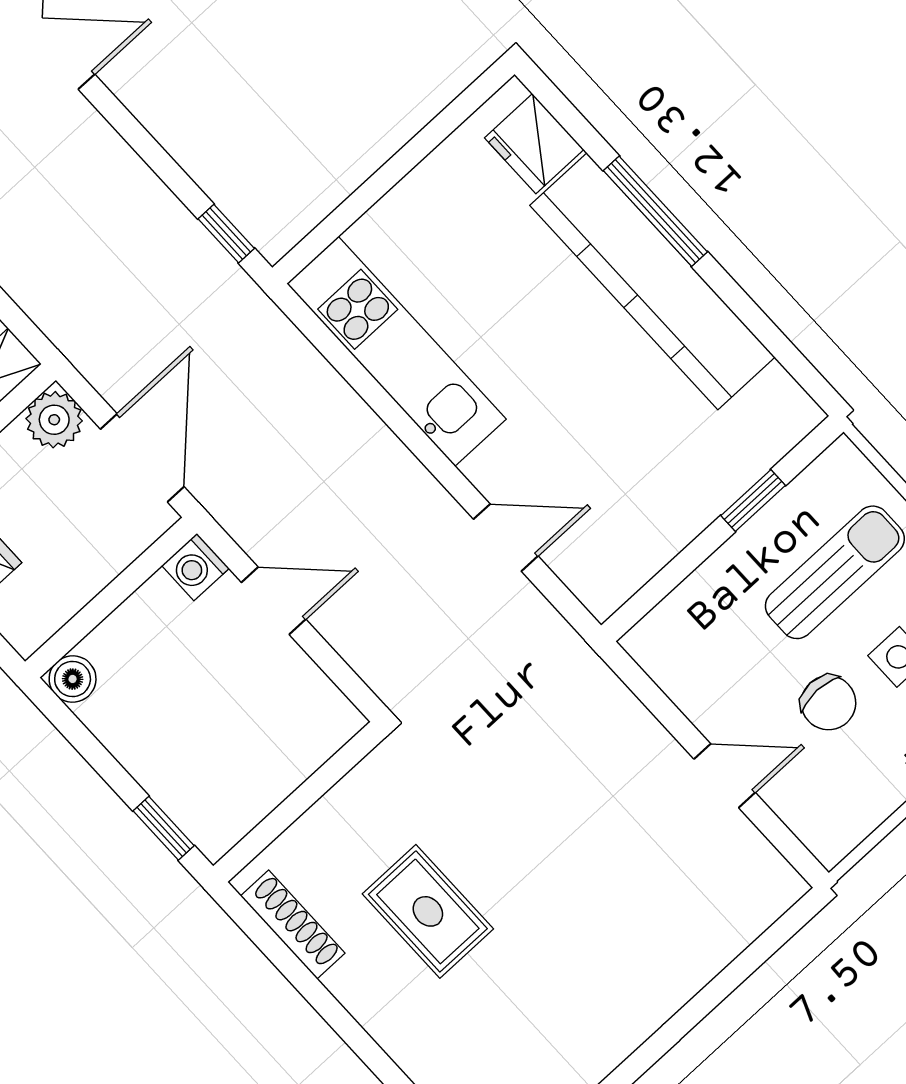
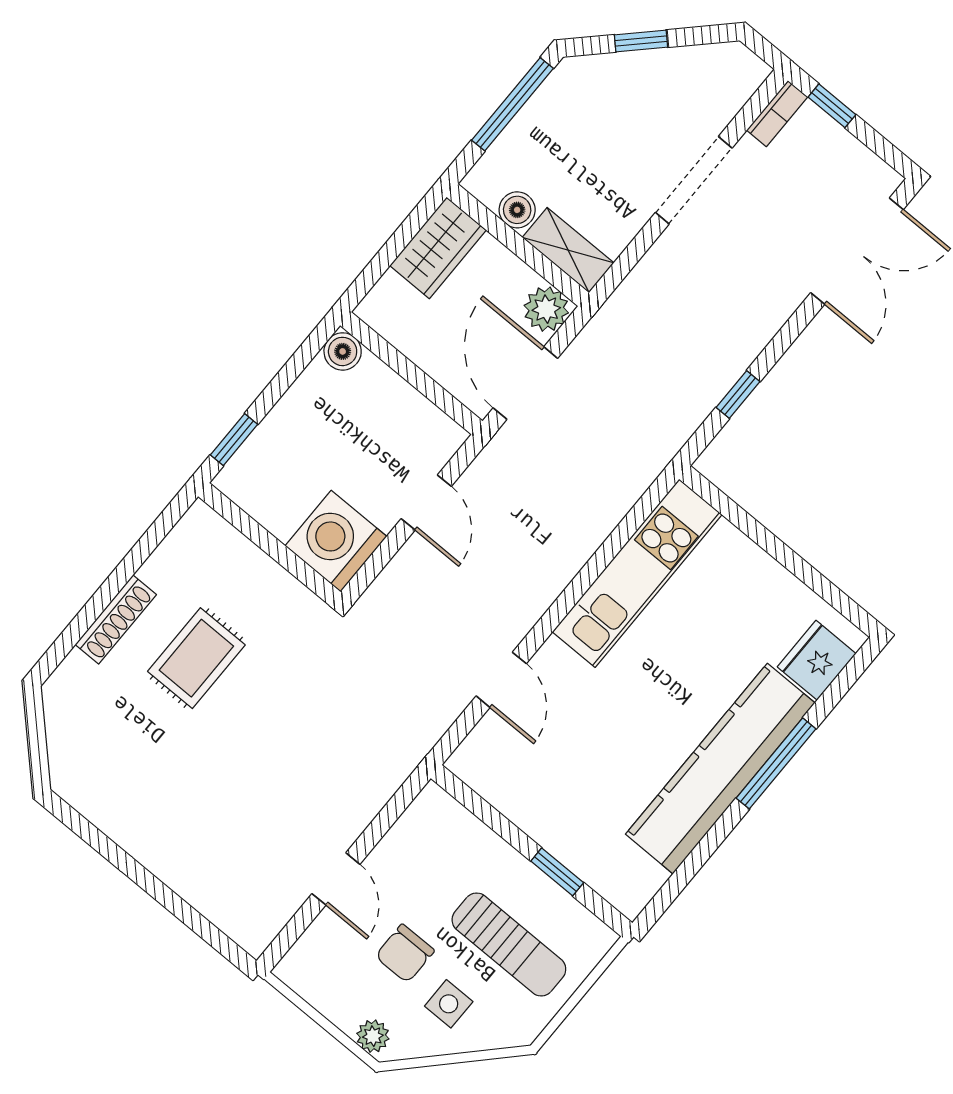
window: (226, 234) -> (738, 394), moved
door: (142, 458) -> (525, 383), swing flipped
washing machine: (195, 567) -> (336, 541), moved, width x1.89, depth x1.89
shoe rack: (293, 924) -> (116, 620), moved

